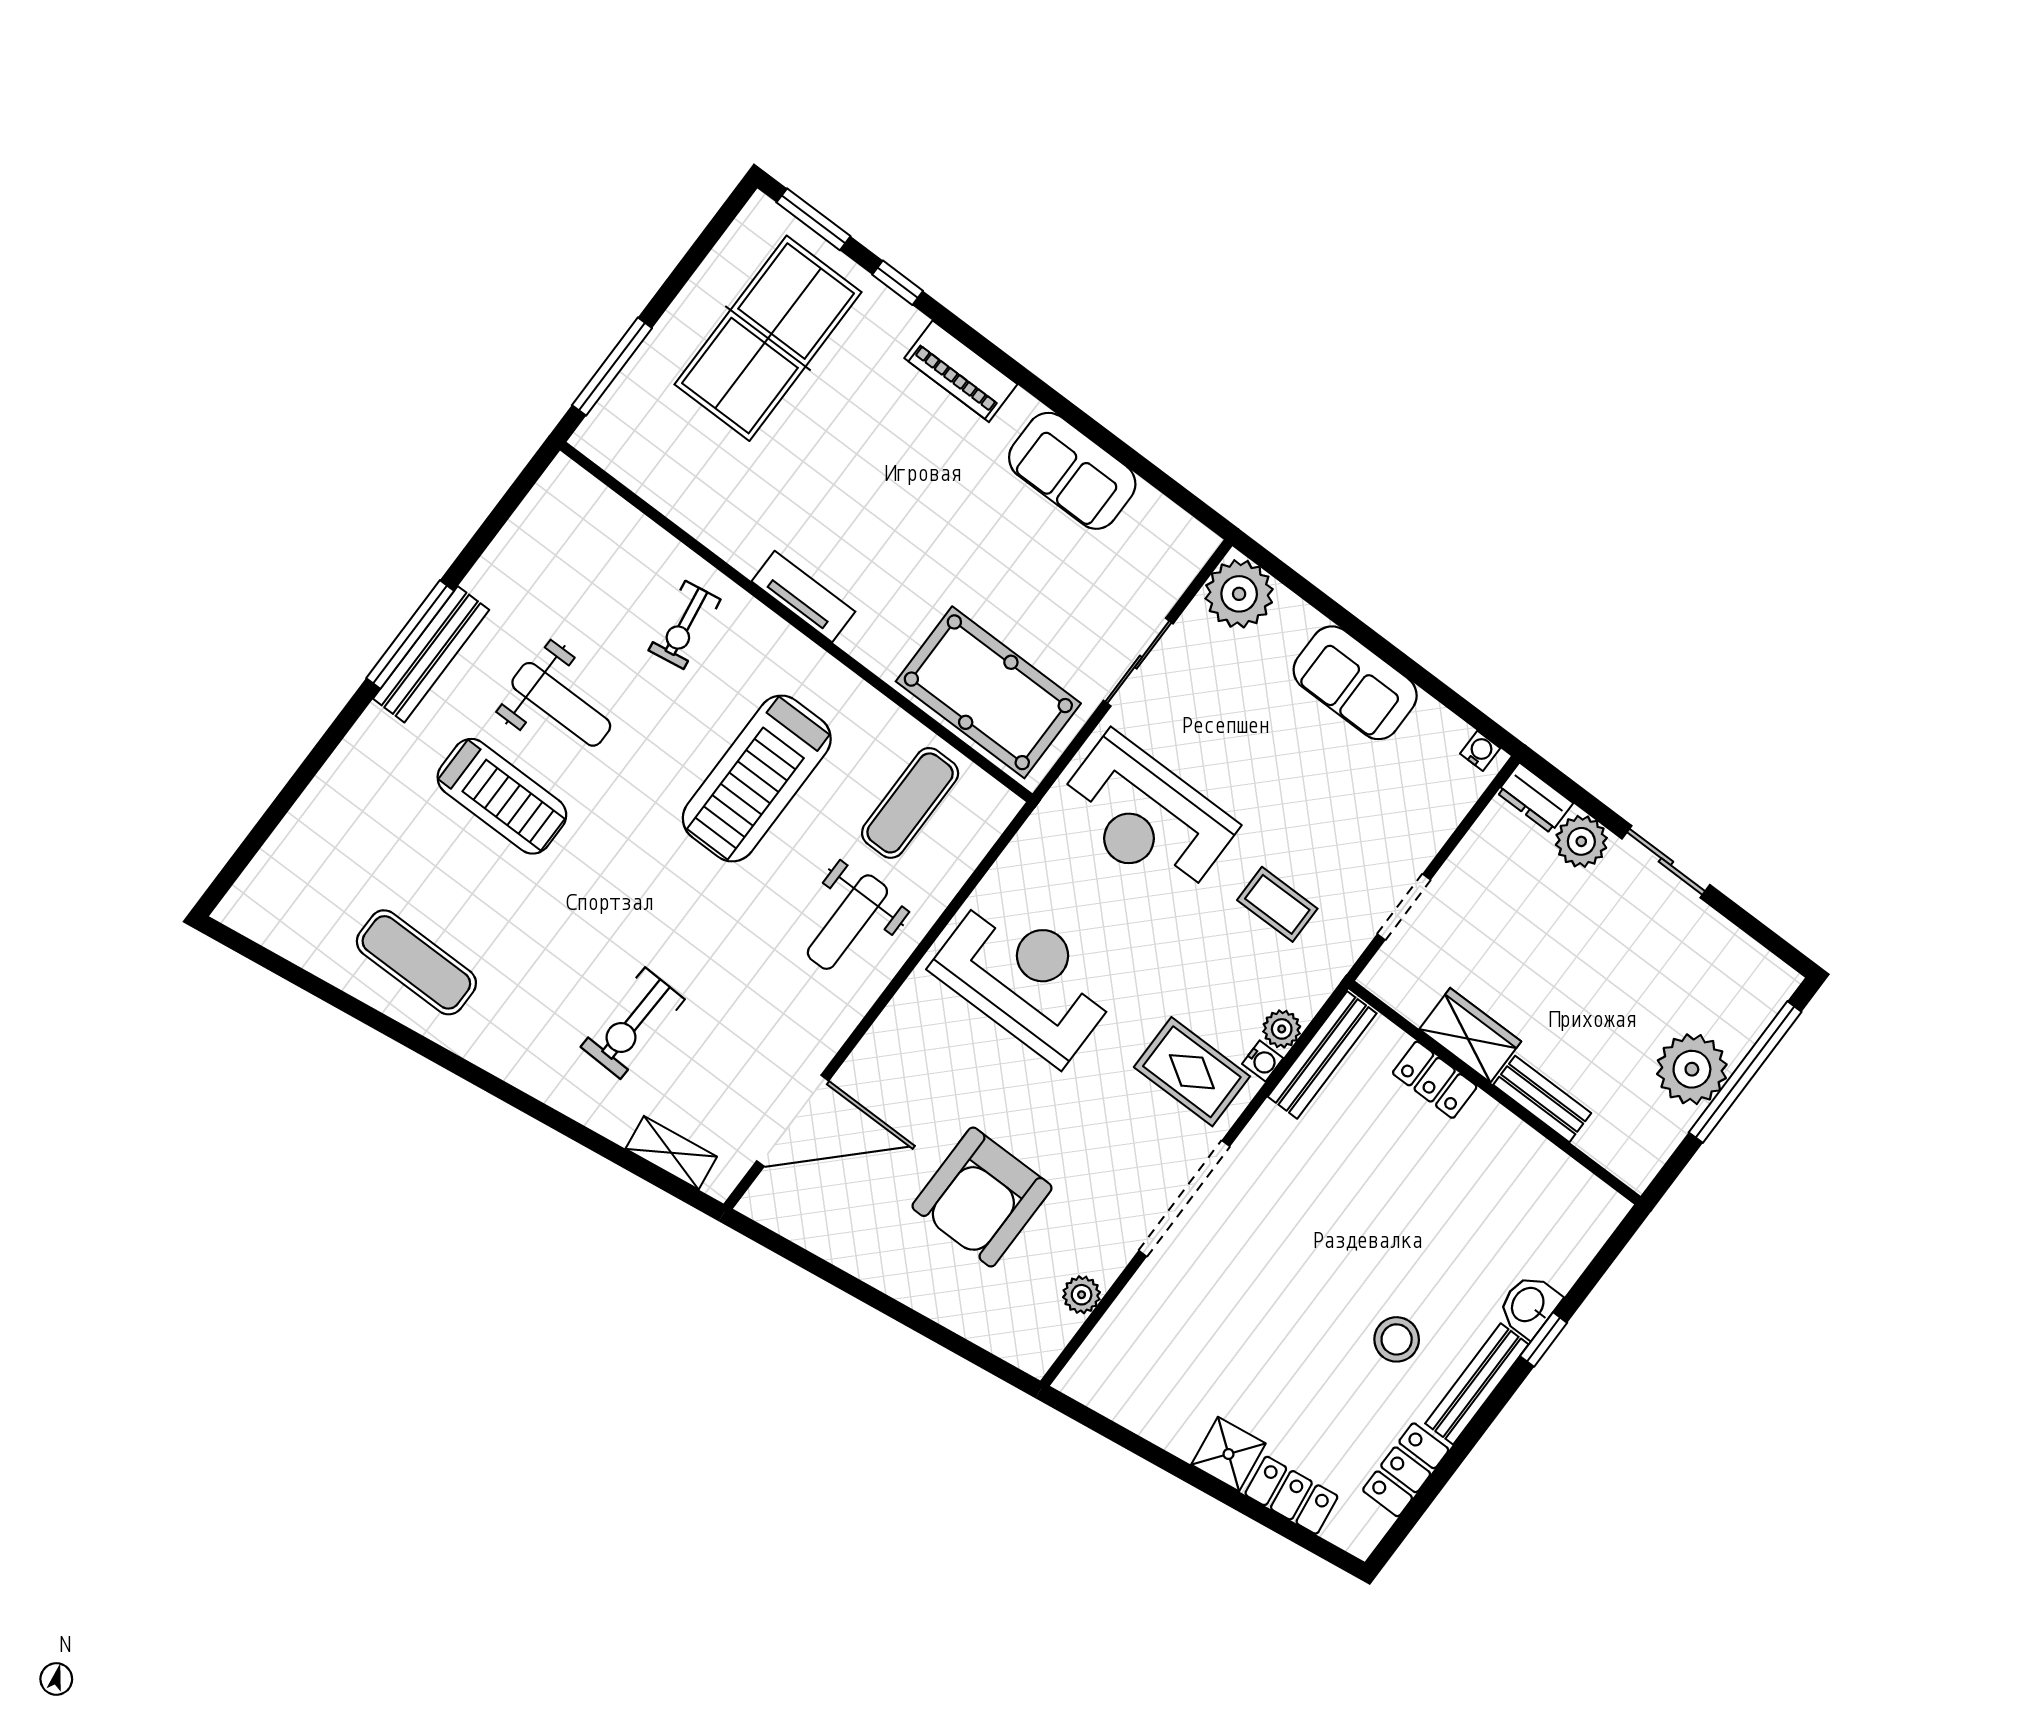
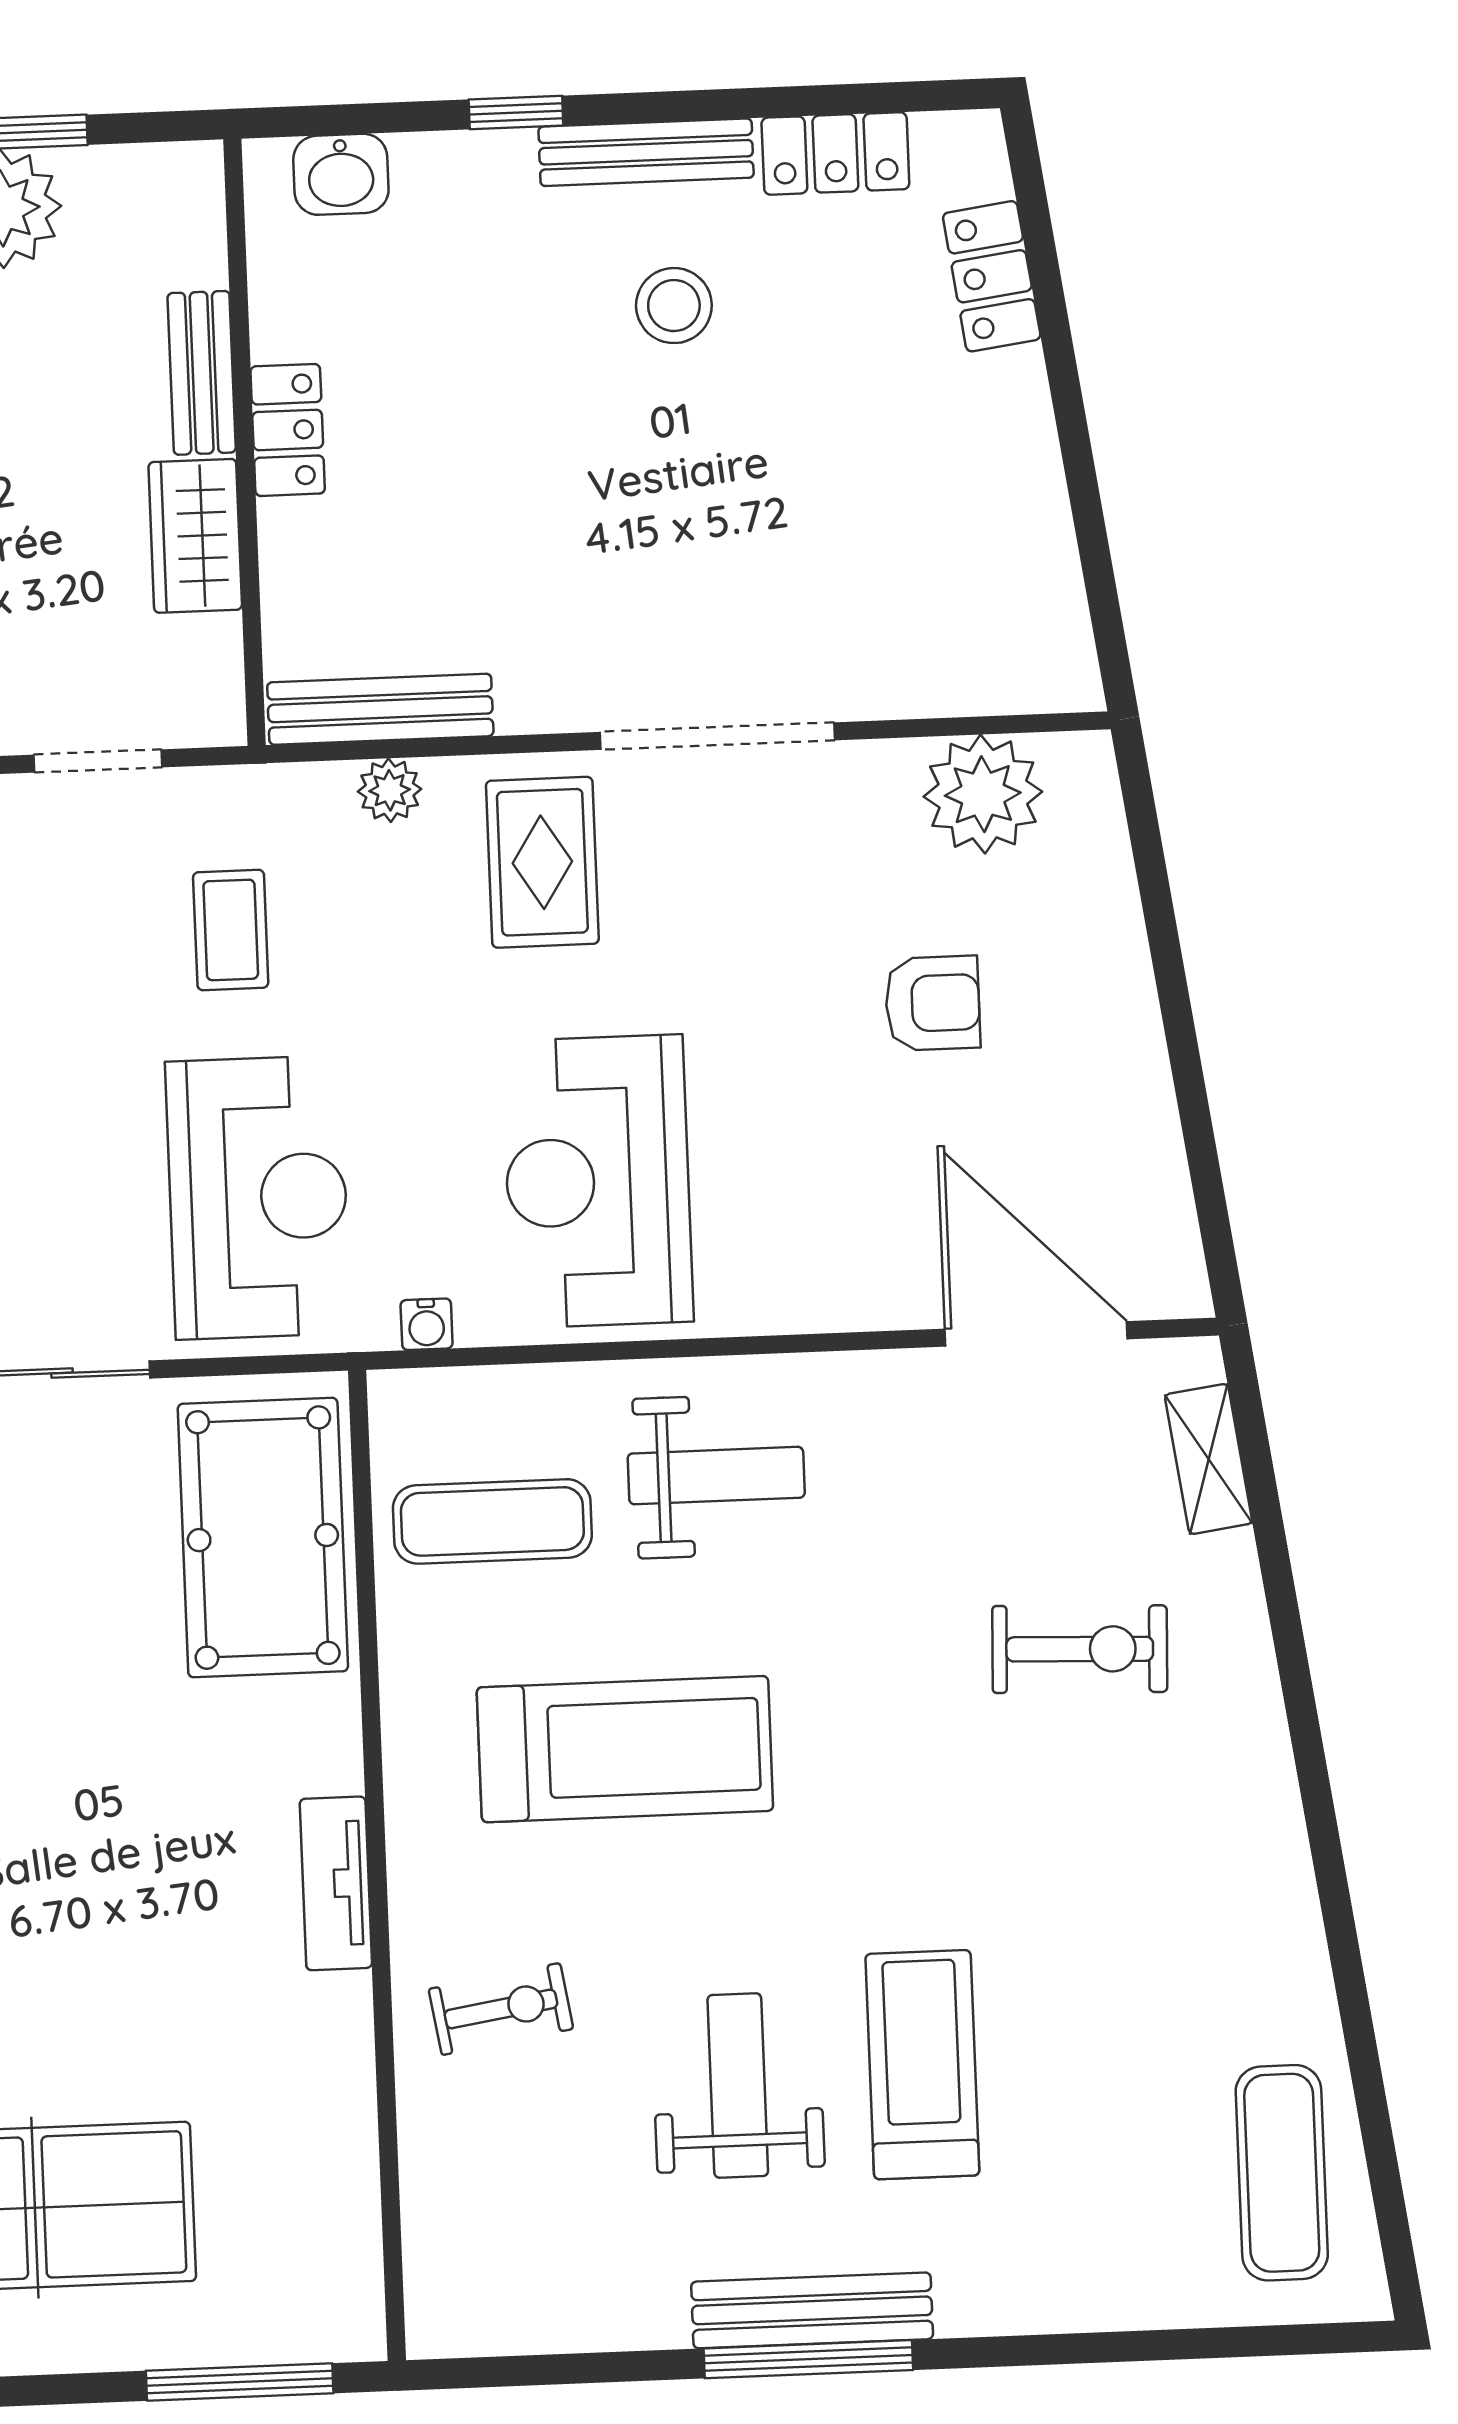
exercise mat: (416, 962) -> (1282, 2173), moved
water cooler: (1263, 1061) -> (427, 1324), moved, turned 180
locker: (1435, 1080) -> (288, 430), moved
armchair: (982, 1197) -> (933, 1003), width x0.53, depth x0.53
plant: (1082, 1295) -> (983, 794), width x1.88, depth x1.88
washbasin: (1529, 1305) -> (341, 174), moved
shower: (1228, 1454) -> (1005, 403), removed

